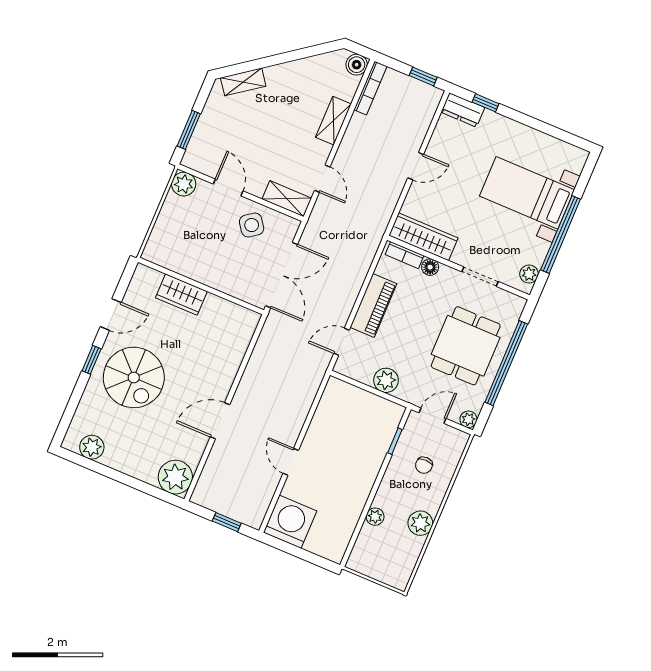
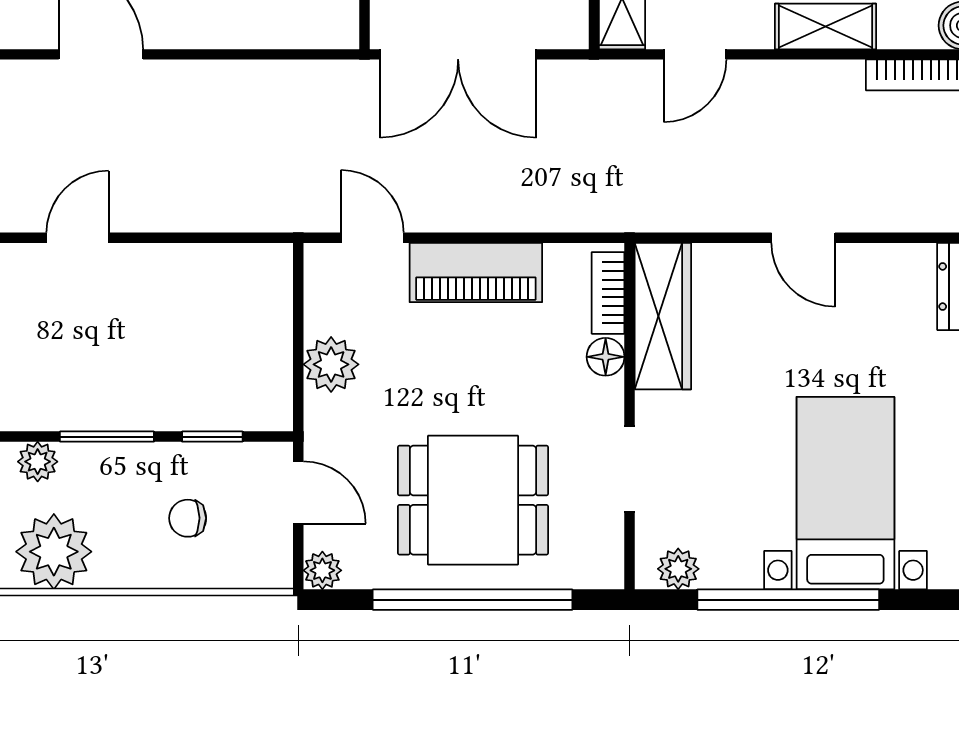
window: (377, 484) -> (107, 437), added
plant: (420, 523) -> (54, 552), width x1.36, depth x1.36

